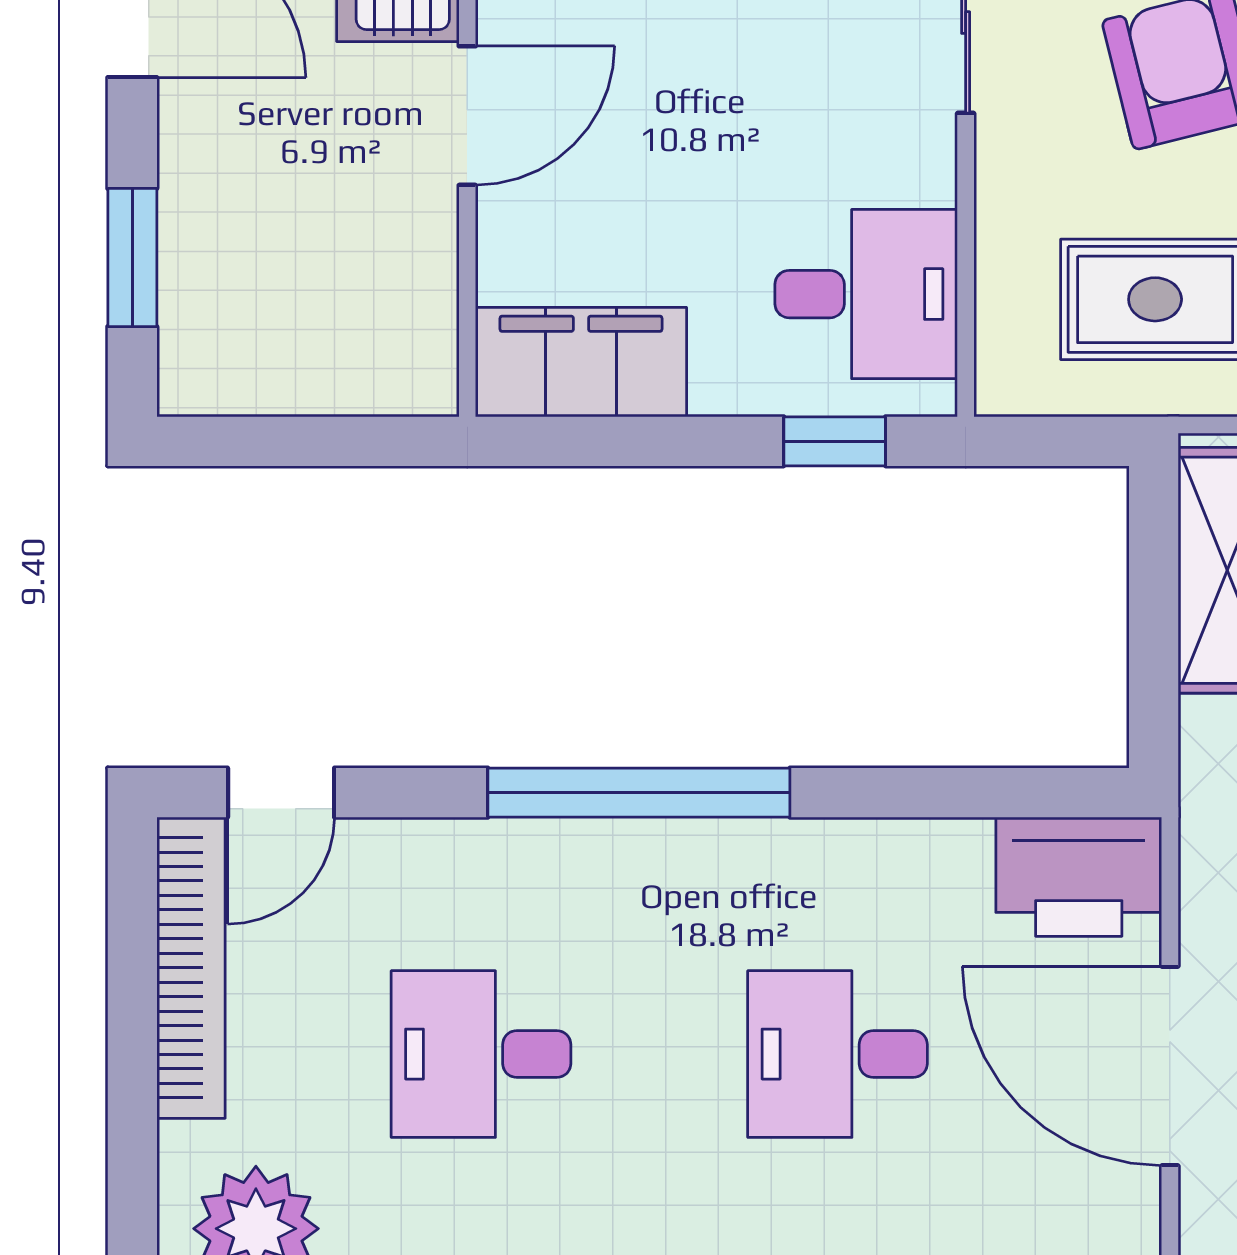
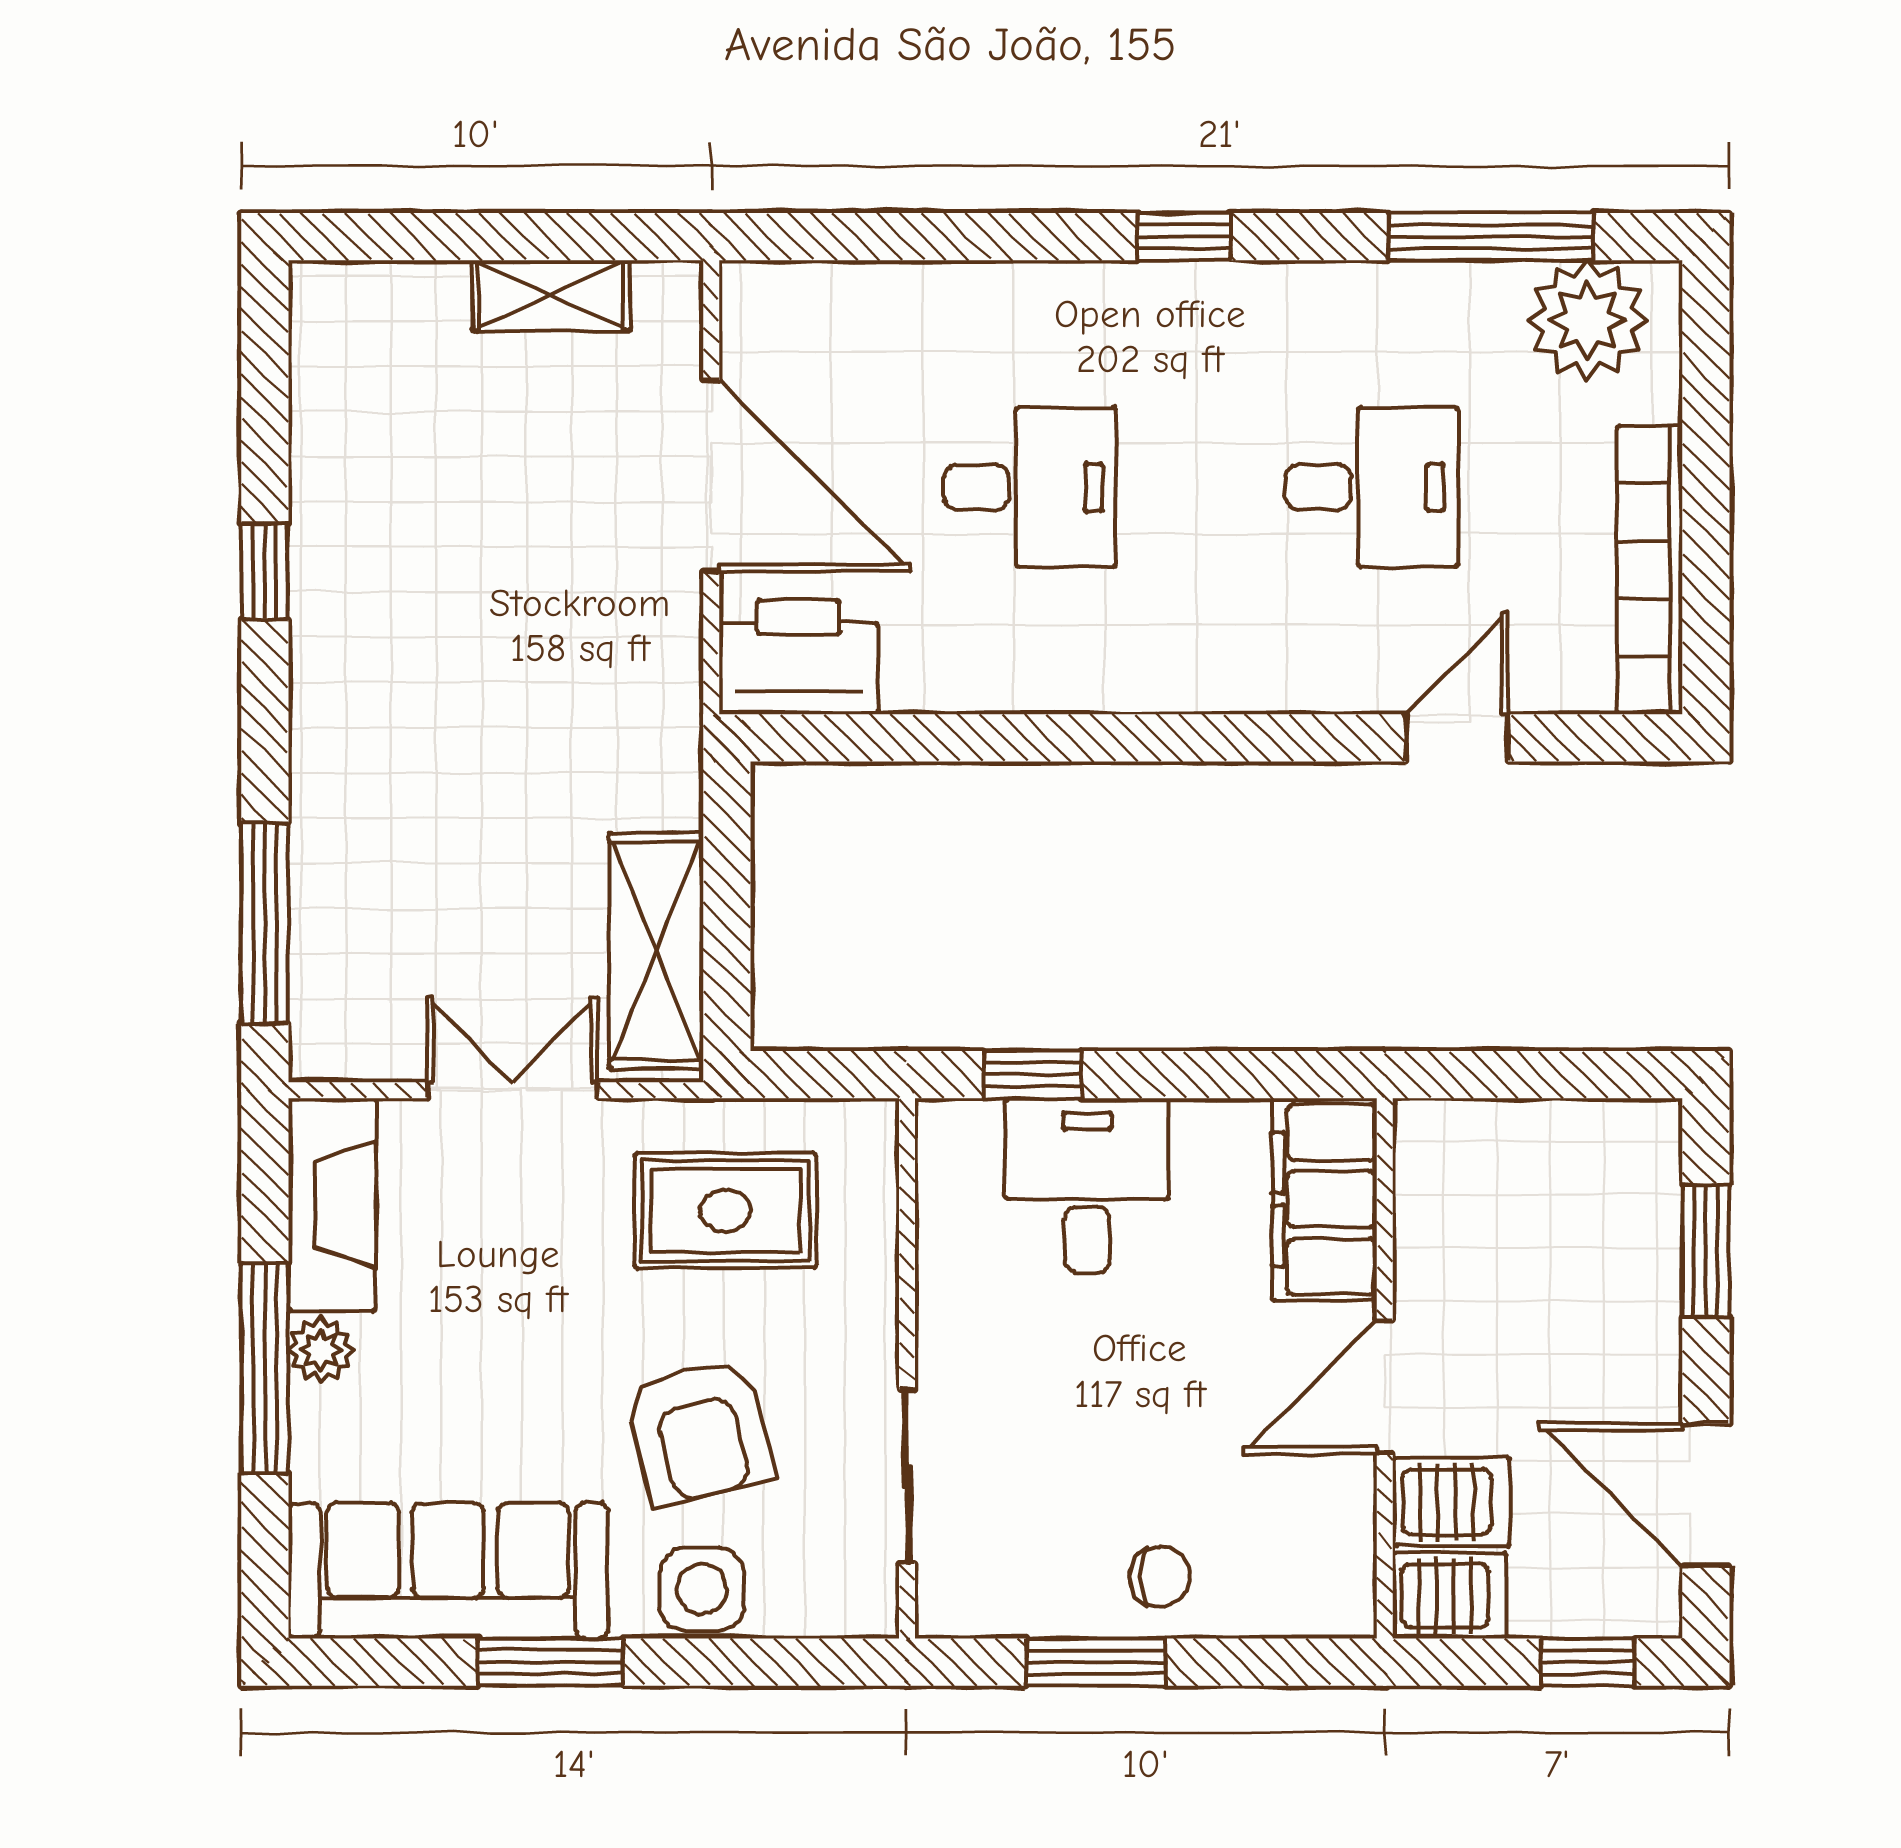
desk: (866, 294) -> (1087, 1186), moved, turned 90
filing cabinet: (581, 362) -> (1325, 1199), moved, turned 90
door: (281, 793) -> (1457, 738), moved
window: (639, 793) -> (1220, 738), removed

